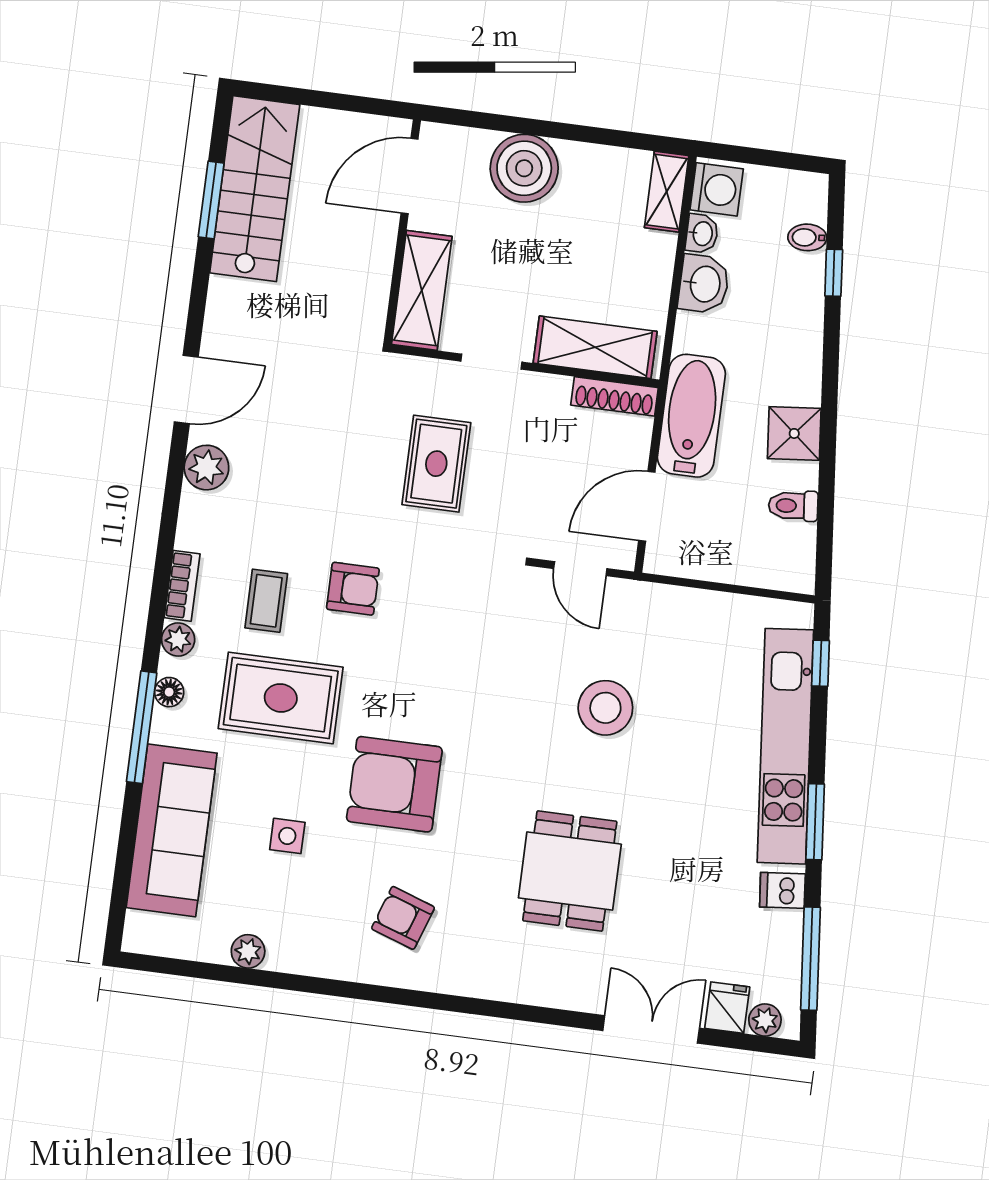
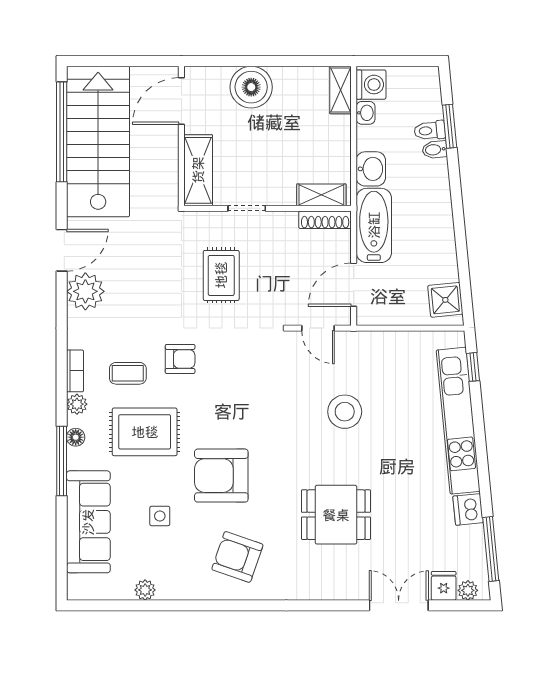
stairs: (255, 189) -> (98, 141), width x1.36, depth x1.51
window: (211, 200) -> (62, 132), width x2.11
bidet: (807, 237) -> (435, 150), moved
window: (834, 273) -> (450, 126), width x1.50
washbasin: (704, 284) -> (371, 169), moved
shelving: (595, 347) -> (321, 195), width x0.67, depth x0.75
shower: (794, 433) -> (445, 300), moved
plant: (206, 468) -> (85, 291), width x1.36, depth x1.36
toilet: (793, 506) -> (430, 130), moved
coffee table: (266, 601) -> (128, 373), turned 90
window: (815, 822) -> (483, 465), removed
dining table: (570, 871) -> (336, 515), turned 90
dishwasher: (782, 890) -> (468, 509), width x1.38
armchair: (403, 918) -> (237, 557), width x1.38, depth x1.38

